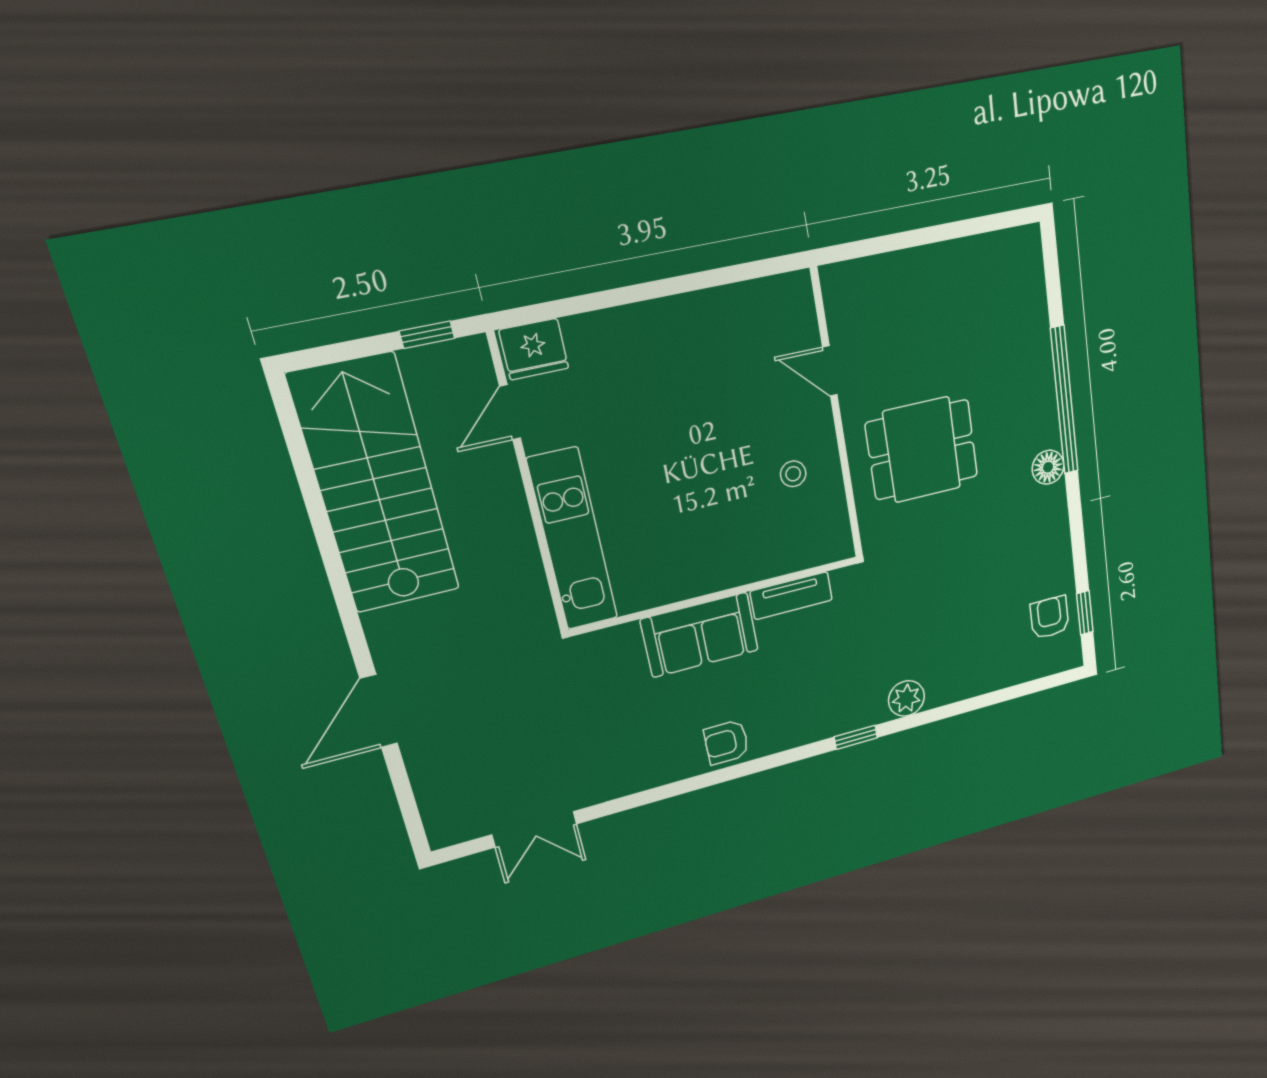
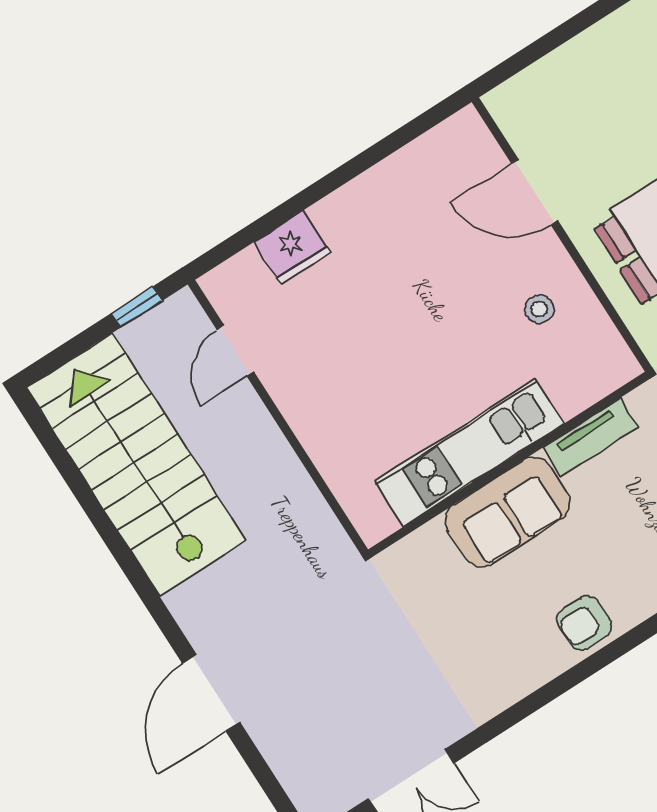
fridge: (534, 349) -> (292, 247), moved
door: (830, 371) -> (535, 192), width x1.38
kitchen unit: (573, 540) -> (469, 453), moved, turned -90

